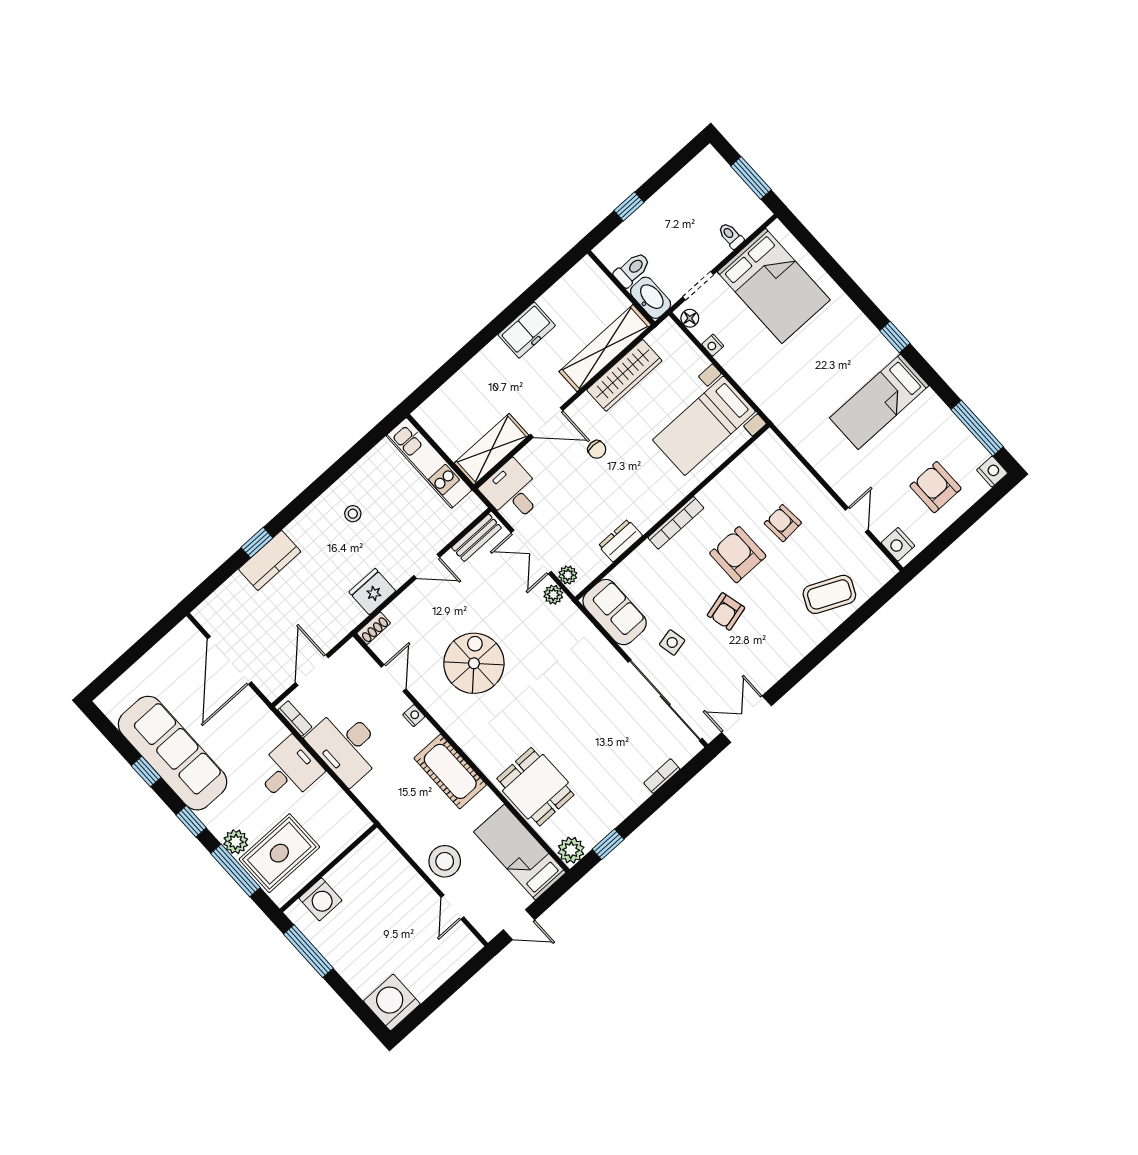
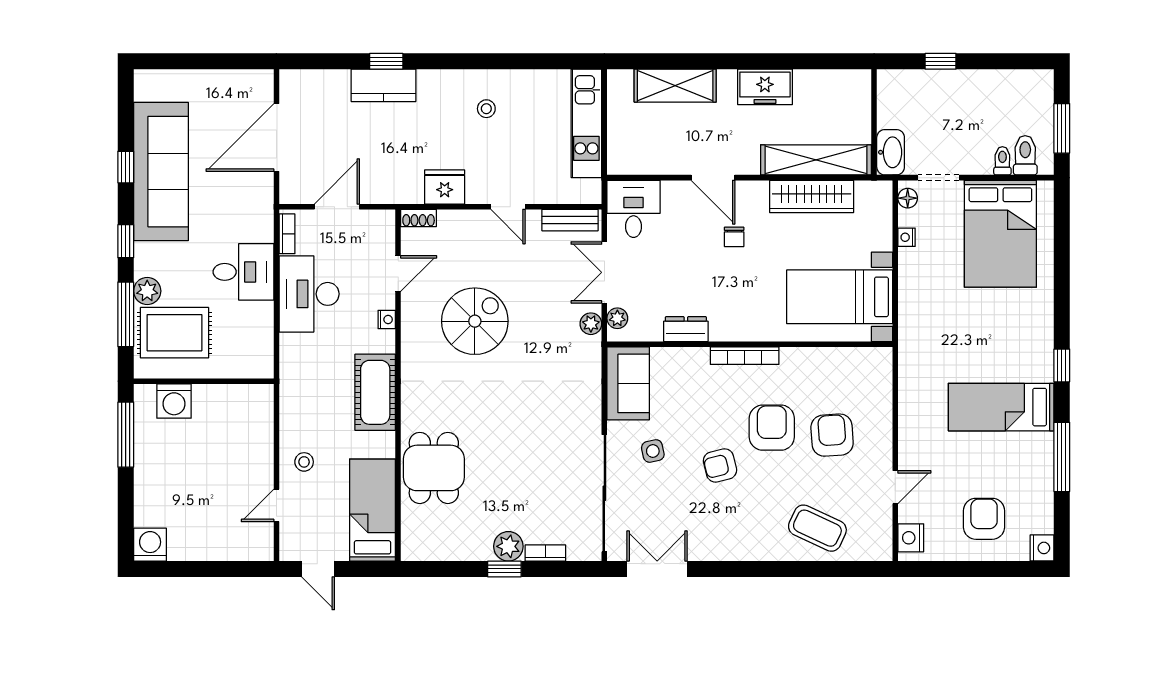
toilet: (632, 270) -> (1025, 155), moved, turned -90
window: (977, 428) -> (1062, 457), moved
shelving: (492, 449) -> (675, 86), moved
armchair: (783, 523) -> (832, 435), width x1.38, depth x1.38
window: (608, 844) -> (504, 569), moved
plant: (571, 850) -> (508, 546), moved
stool: (445, 861) -> (304, 462), width x0.53, depth x0.53
washing machine: (392, 1002) -> (150, 545), width x0.73, depth x0.73

